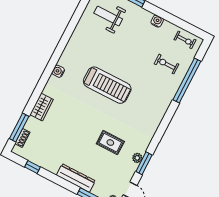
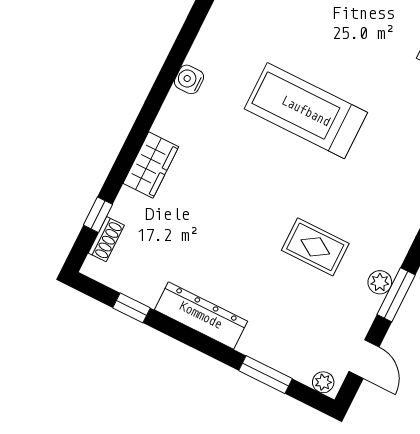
treadmill: (107, 85) -> (306, 111), turned 180
window: (19, 128) -> (98, 215), width x0.46
dresser: (76, 178) -> (201, 315), moved

